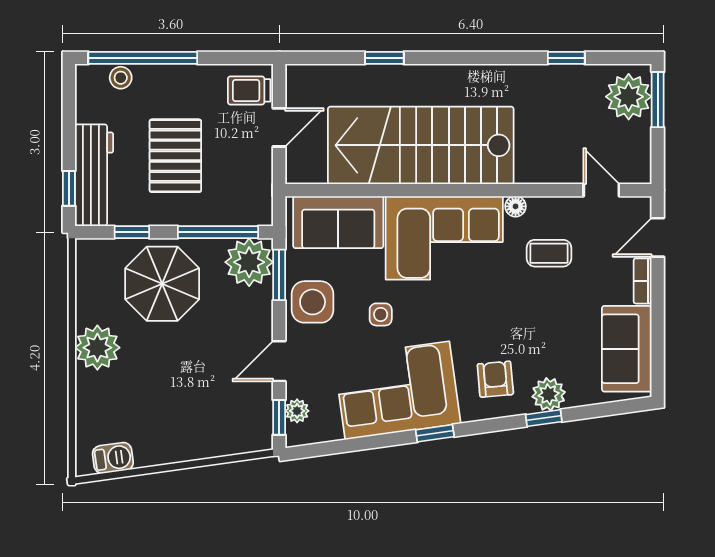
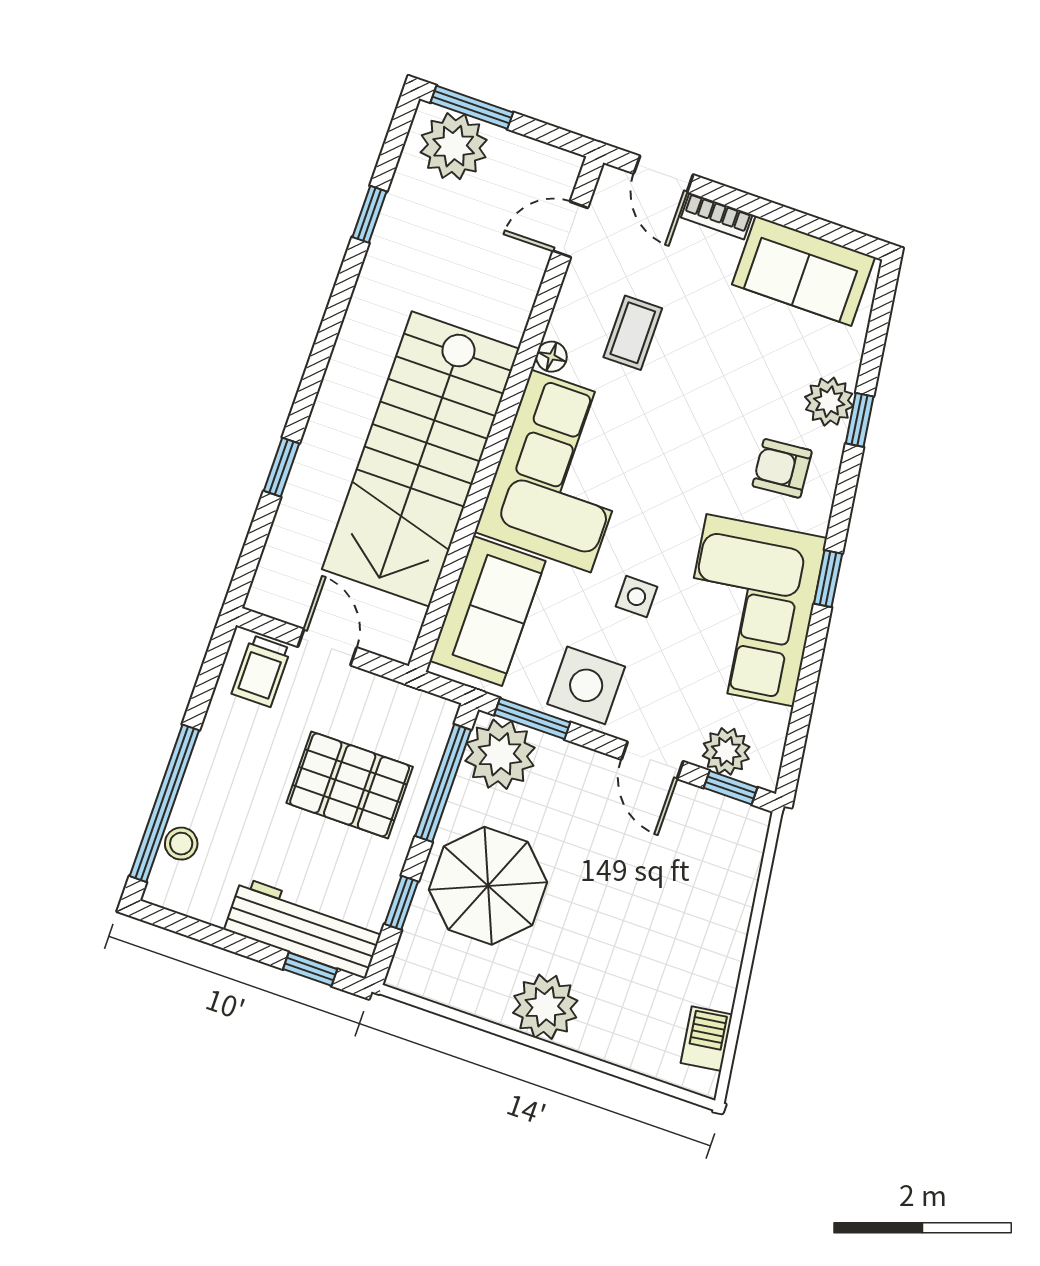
pallet: (175, 156) -> (350, 785), moved
plant: (297, 411) -> (726, 751), width x1.38, depth x1.38

